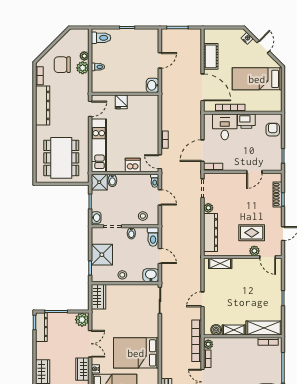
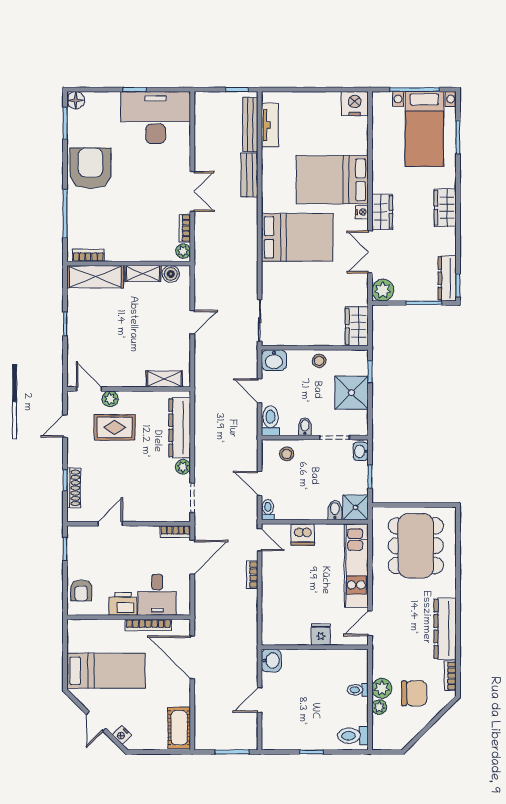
cot: (211, 56) -> (179, 728), moved
bookcase: (197, 341) -> (202, 257), removed

